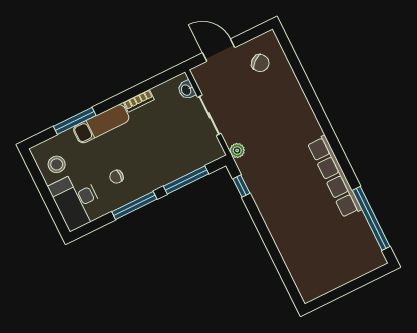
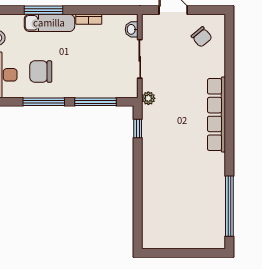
window: (75, 121) -> (43, 10), moved
row of seats: (335, 176) -> (216, 115), moved
chair: (116, 177) -> (41, 72), width x1.87, depth x1.87

